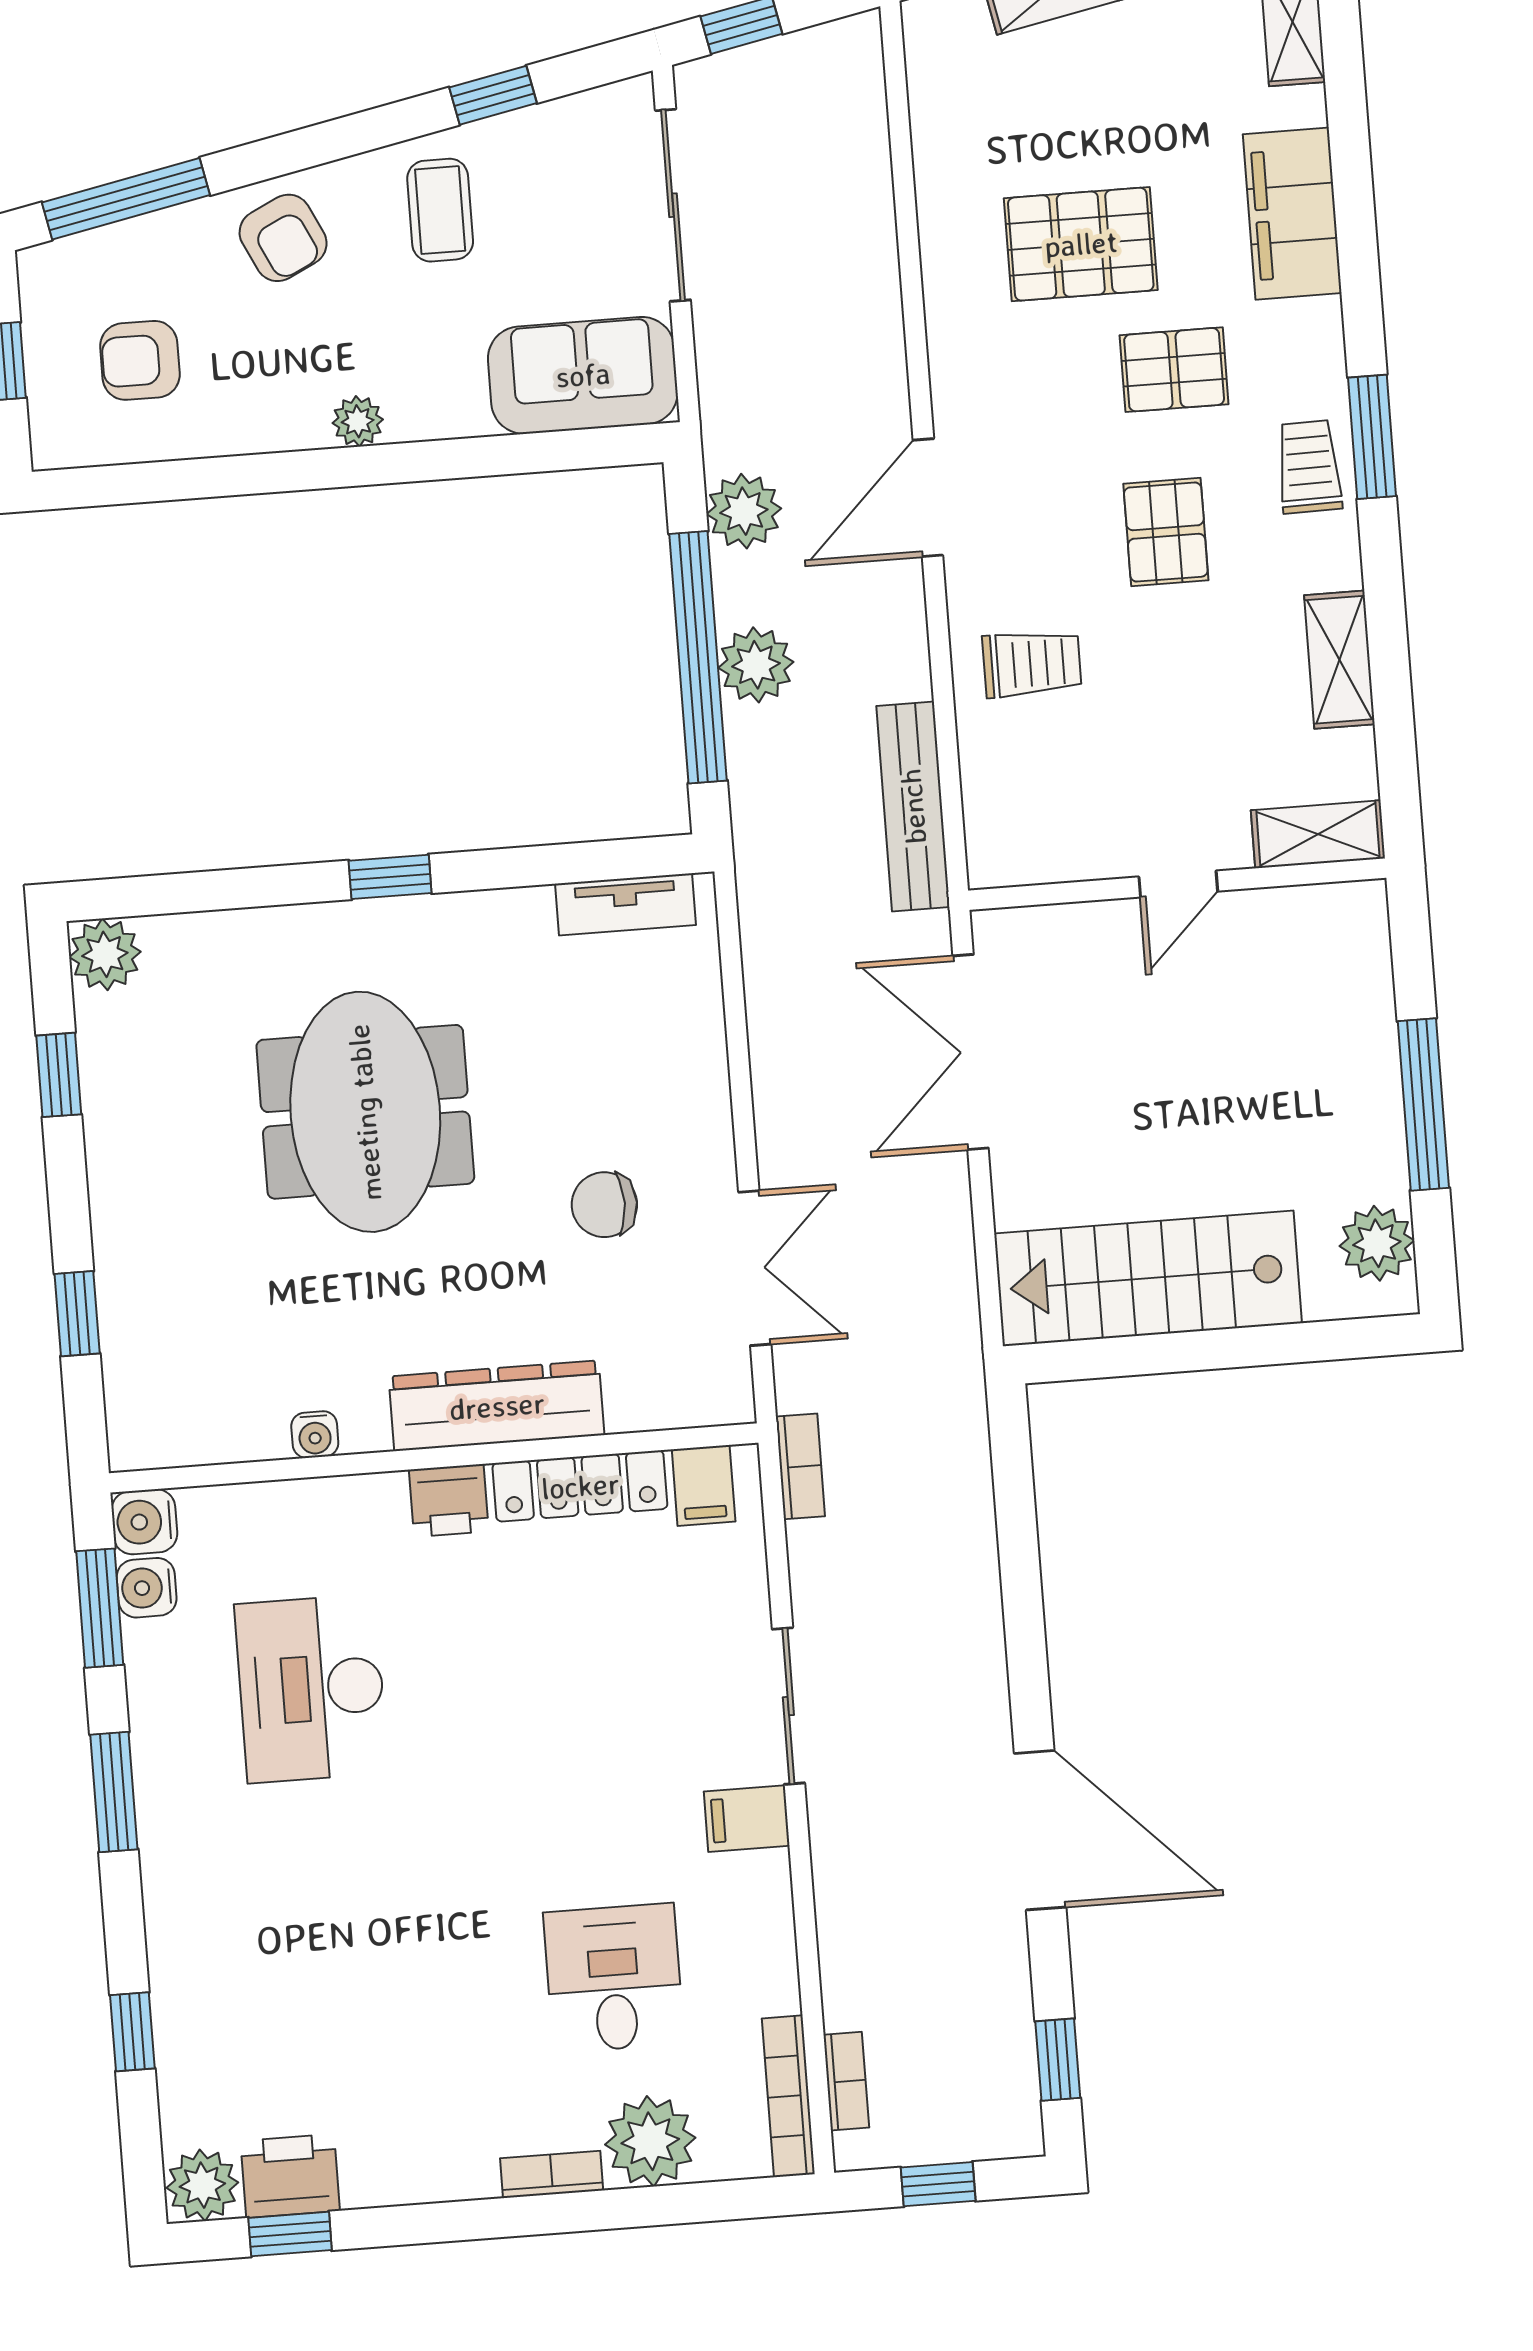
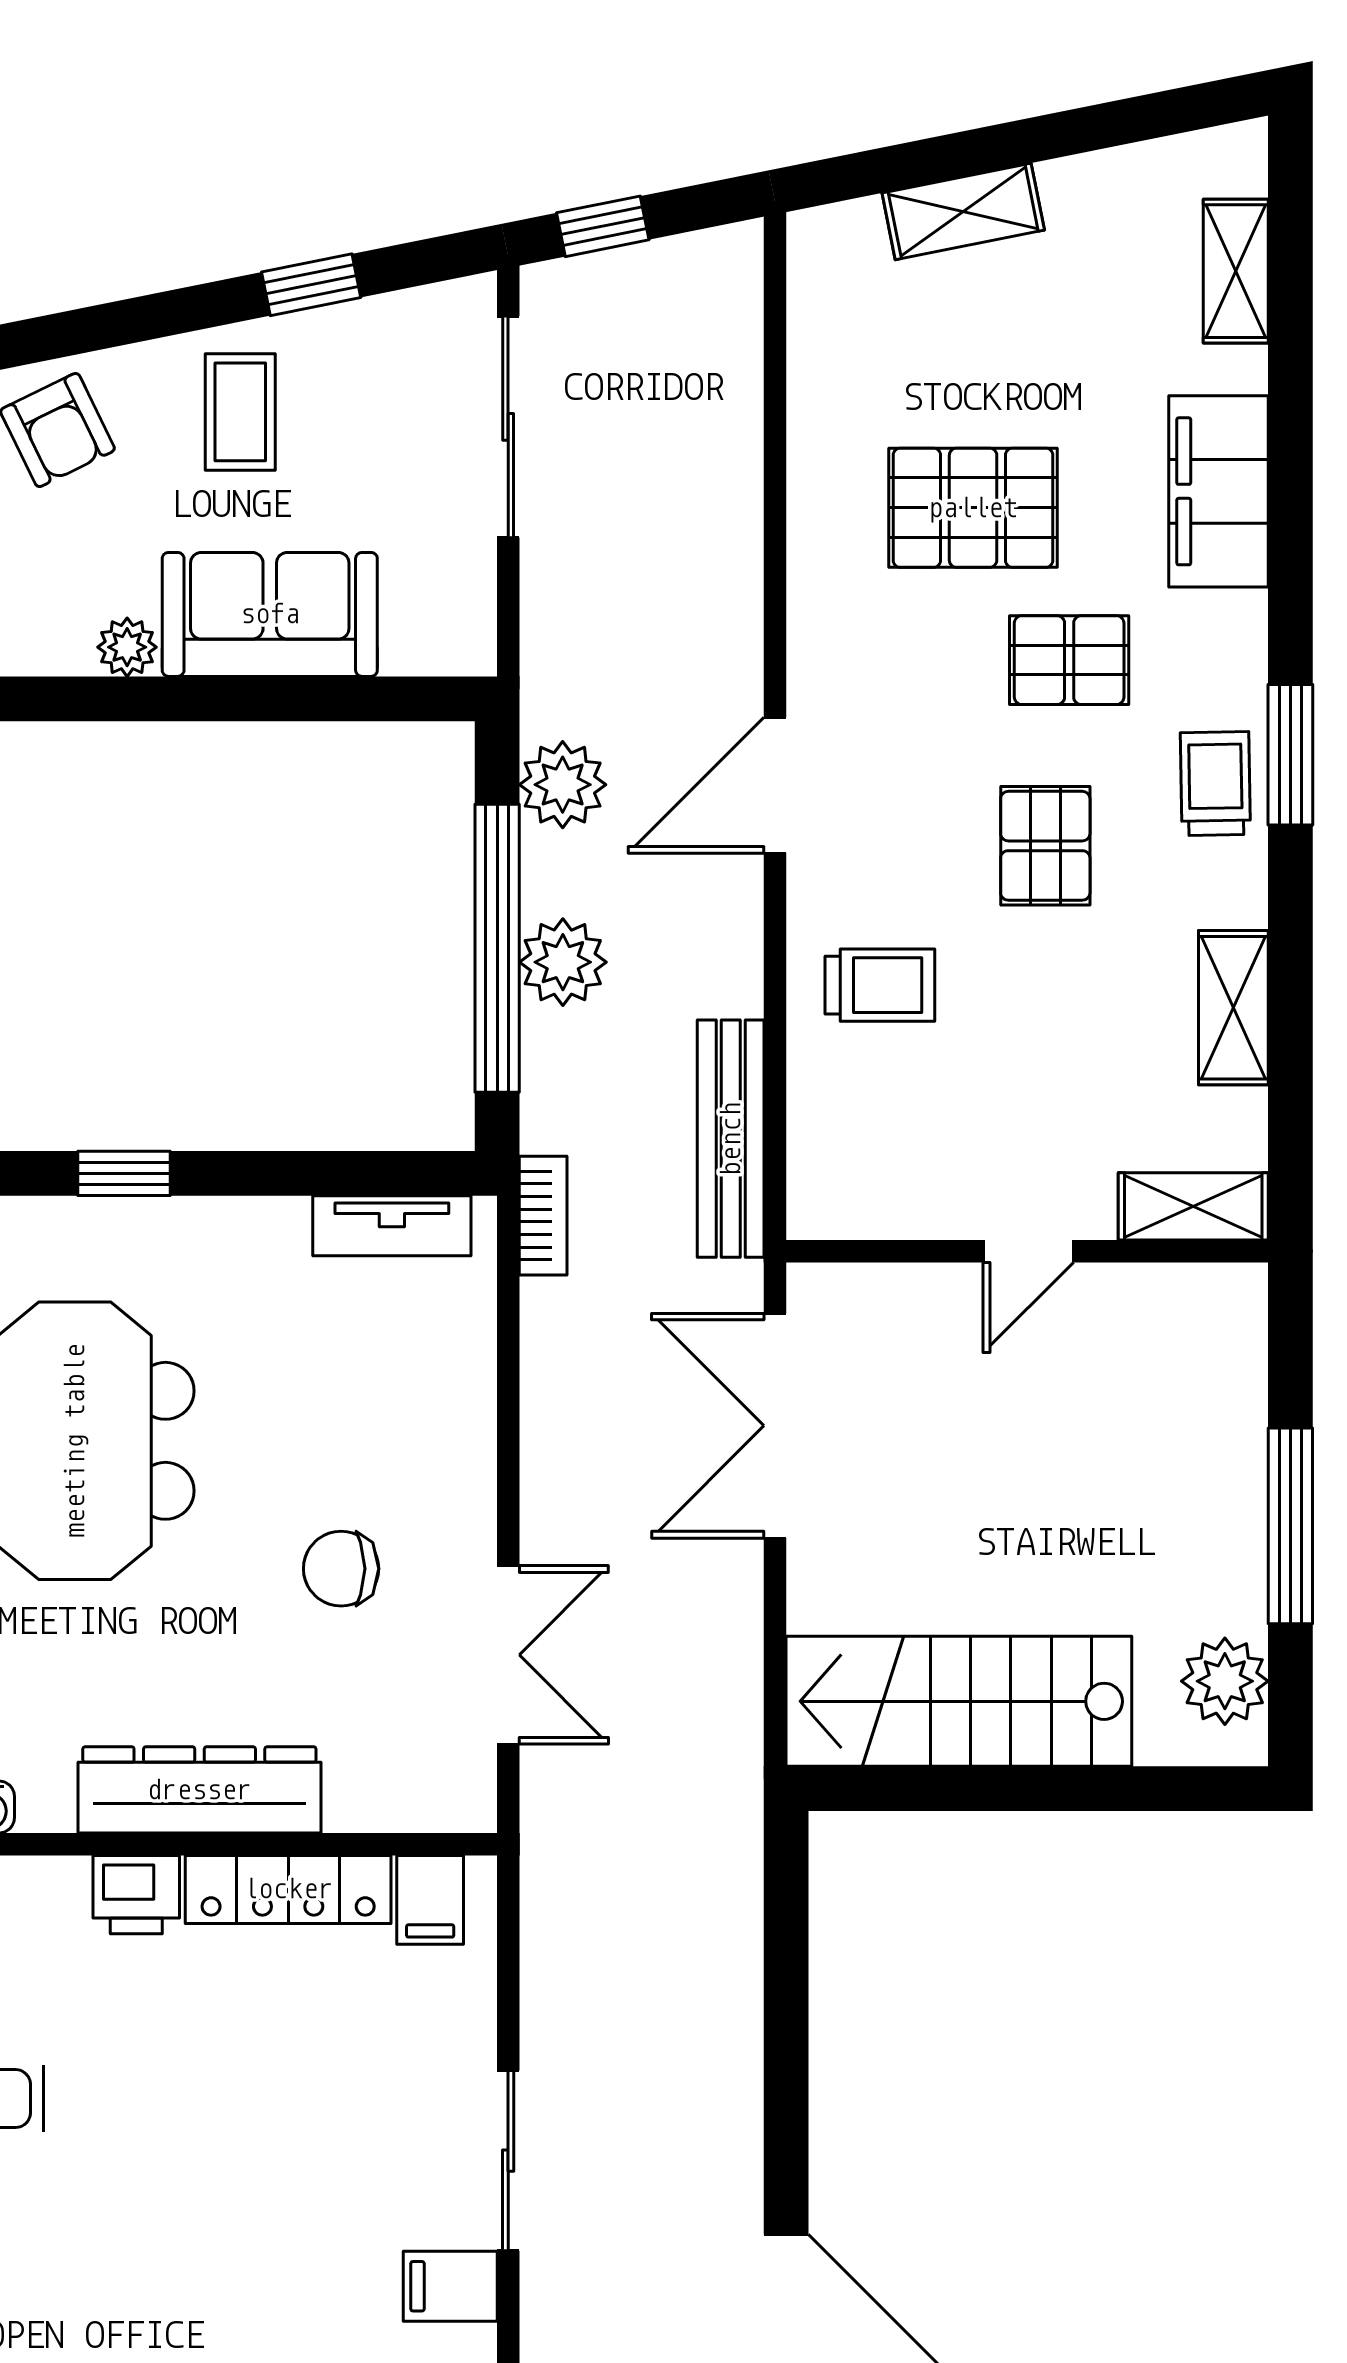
sofa: (583, 375) -> (270, 614), moved
bookcase: (800, 1466) -> (543, 1216), moved

